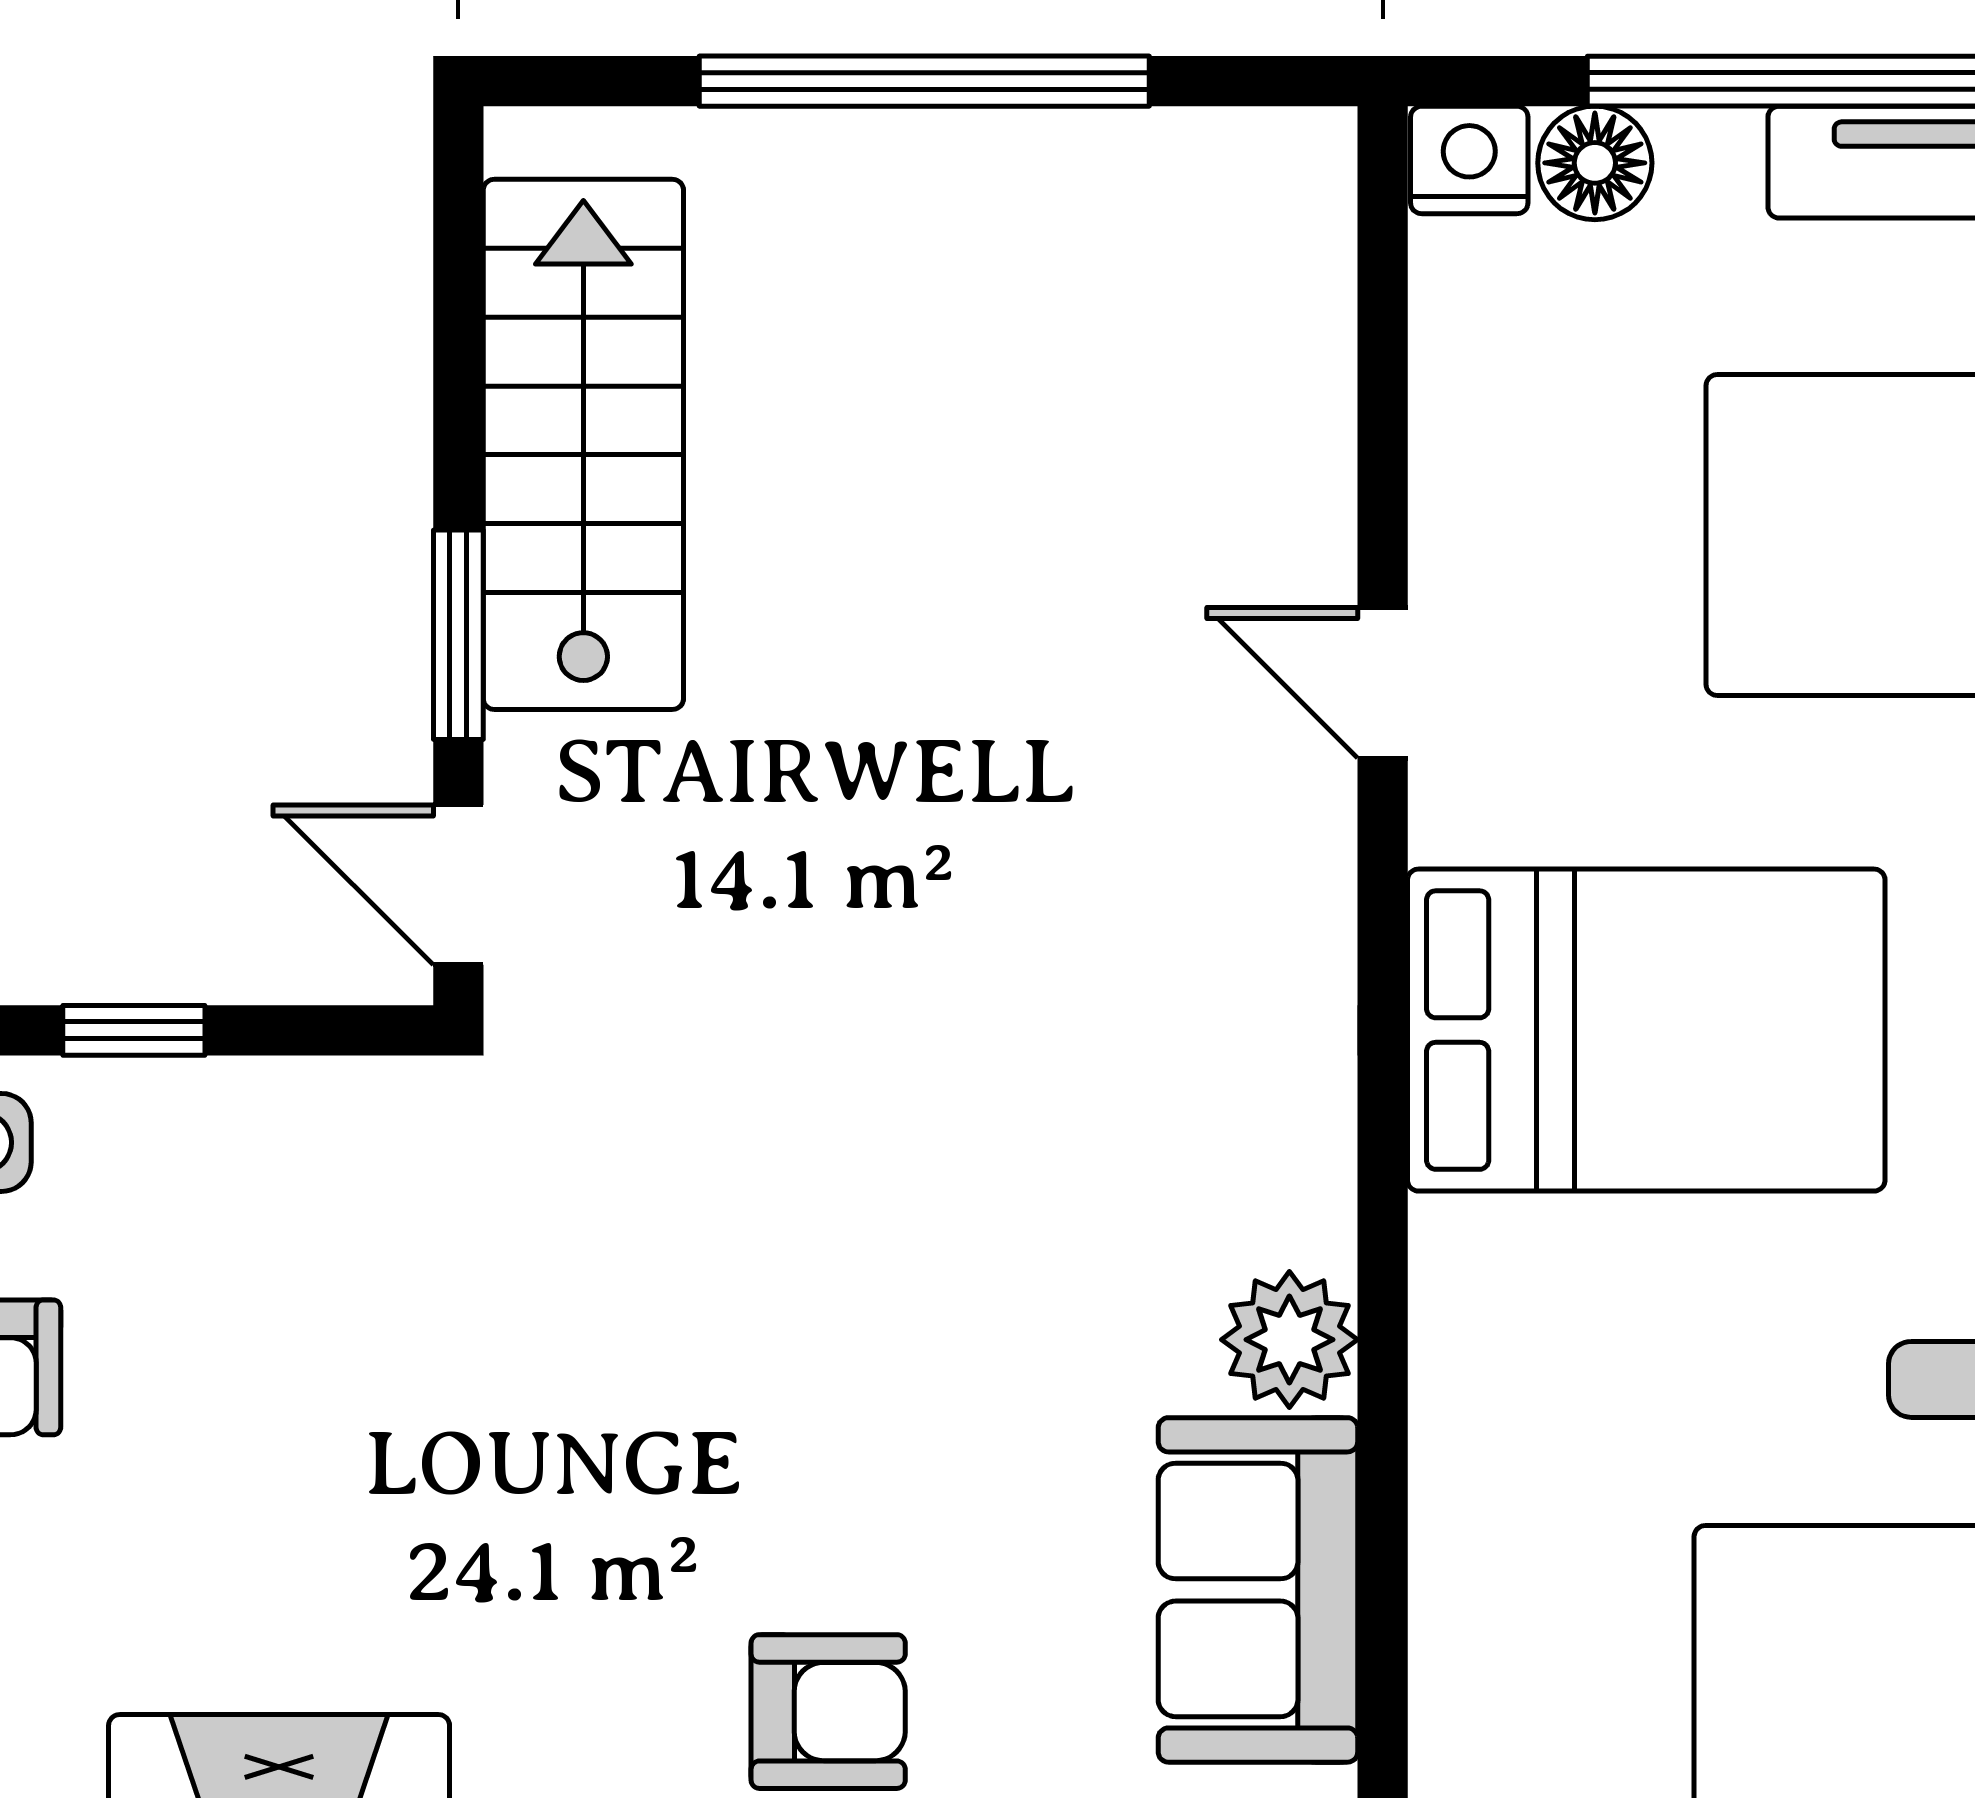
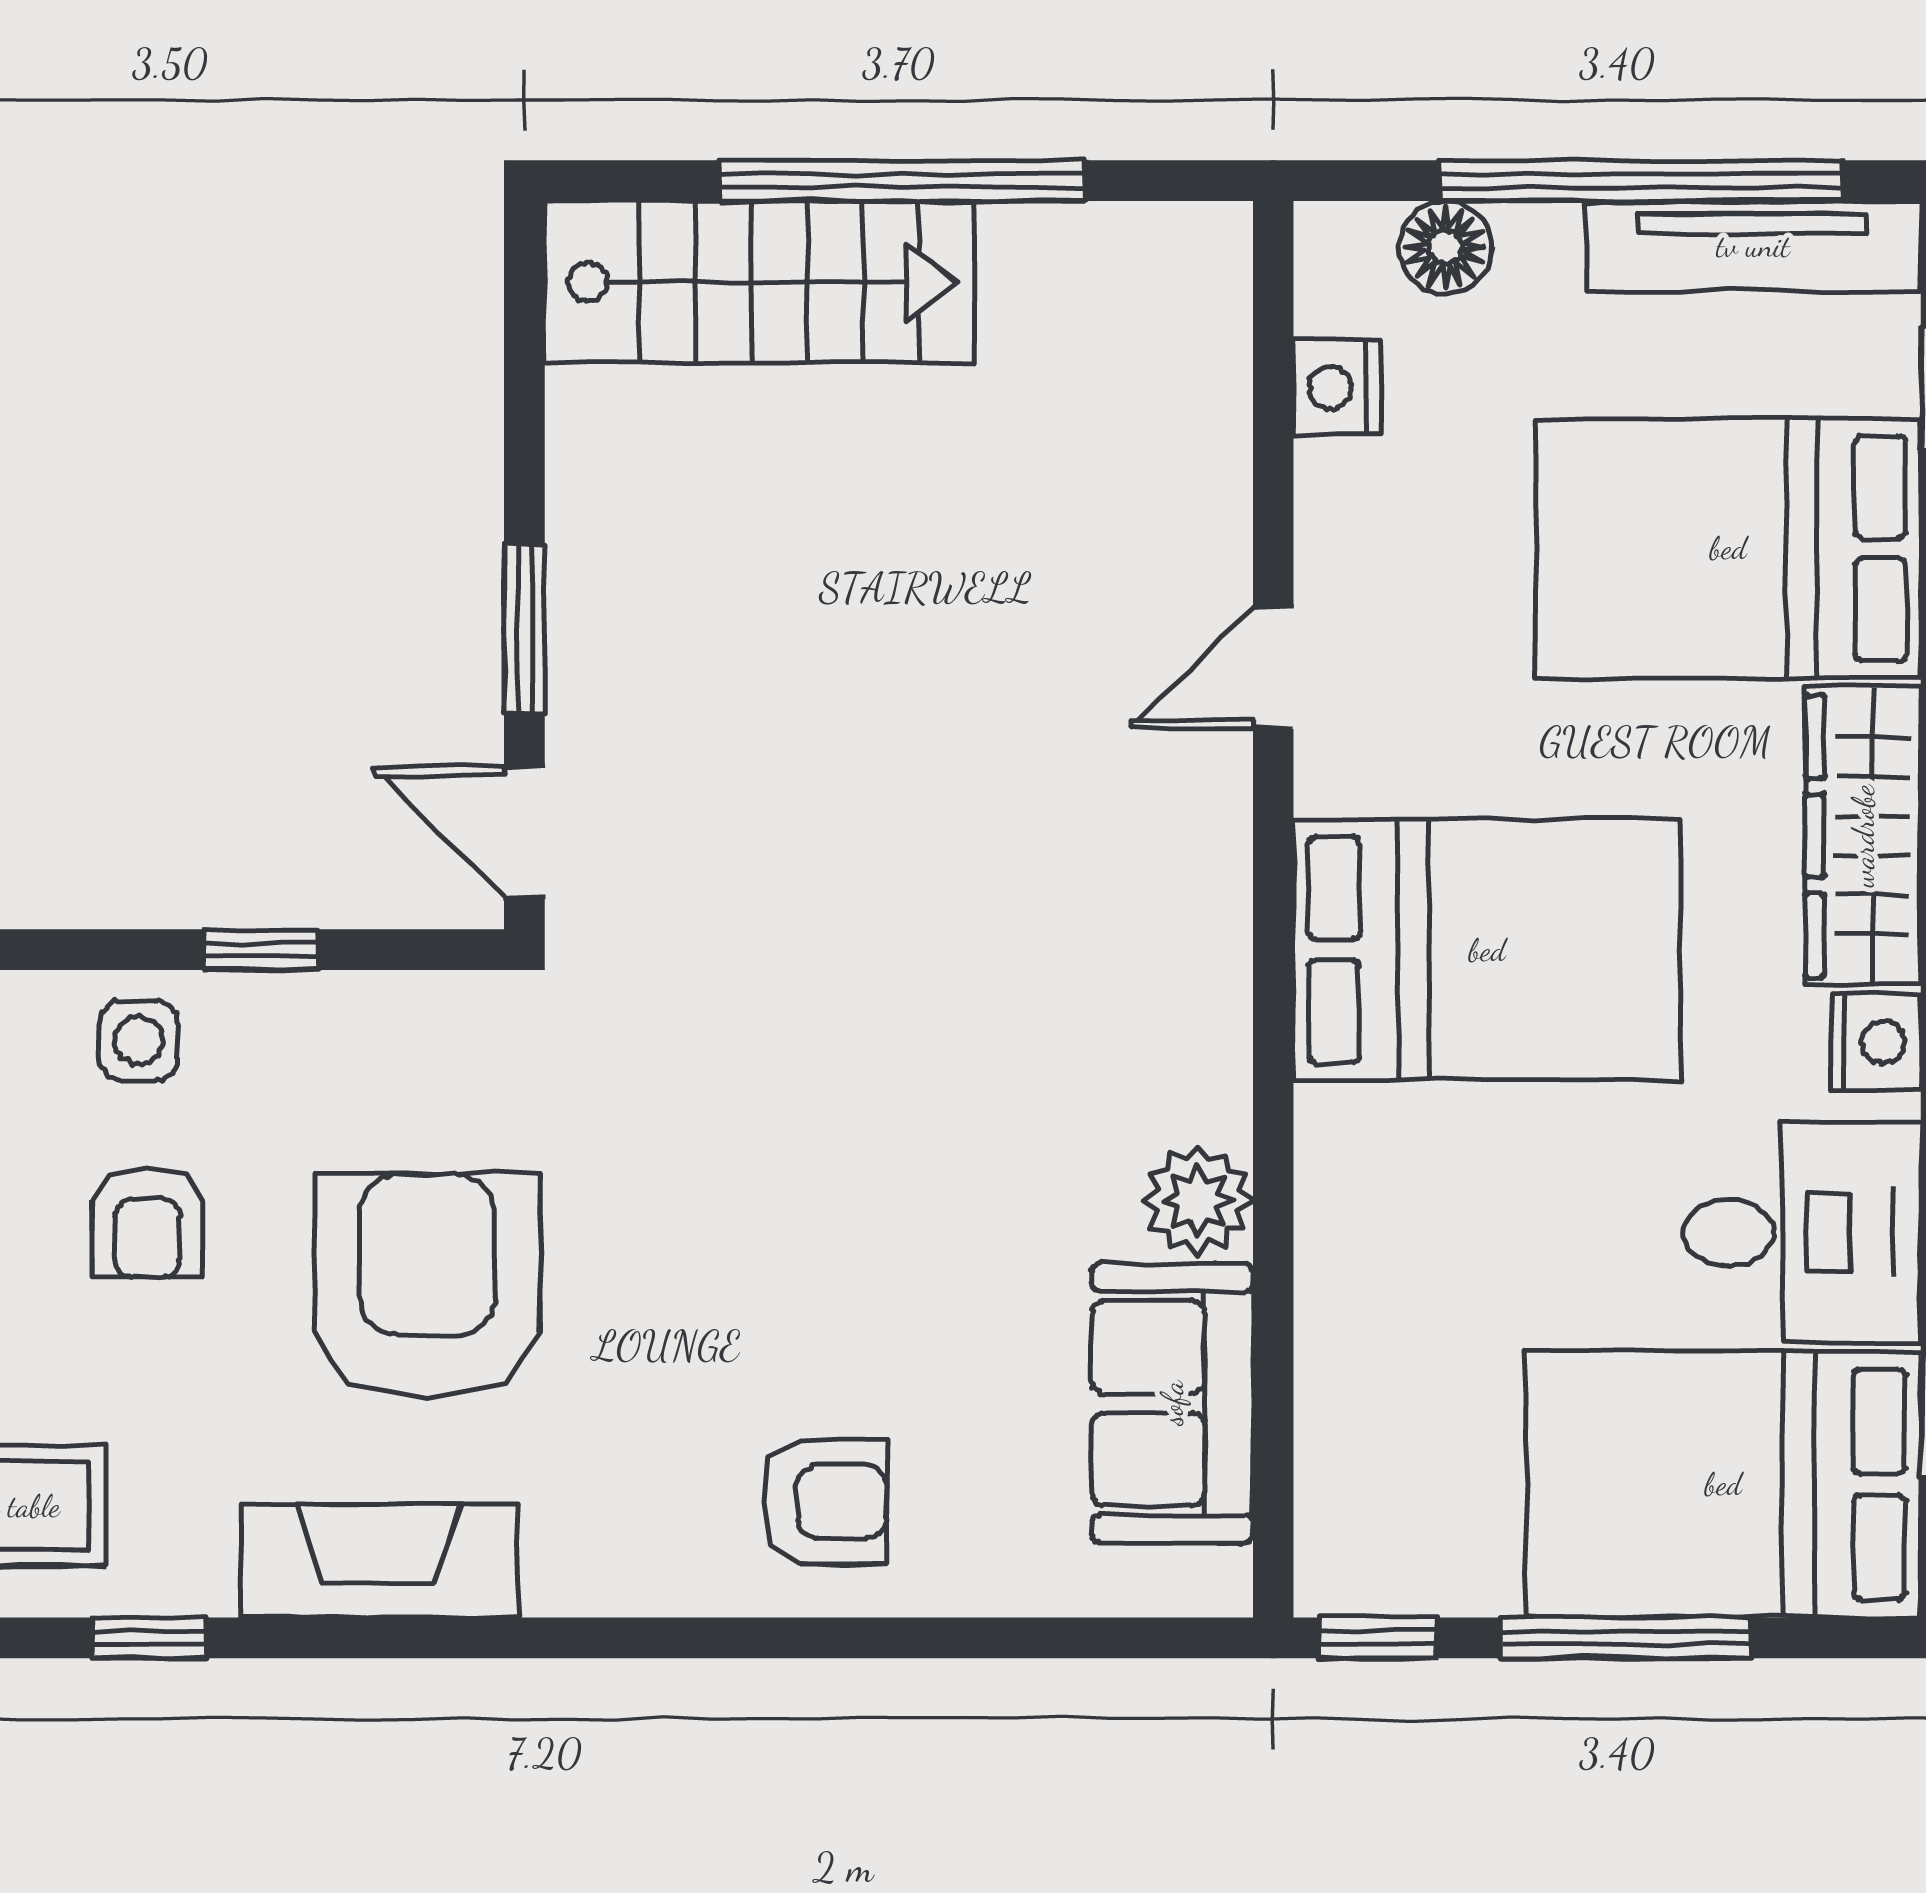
nightstand: (1469, 160) -> (1337, 388), moved, turned -90
stairs: (583, 444) -> (760, 282), moved, turned 90
door: (1383, 683) -> (1273, 668), hinge flipped
armchair: (338, 1446) -> (427, 1286), added

